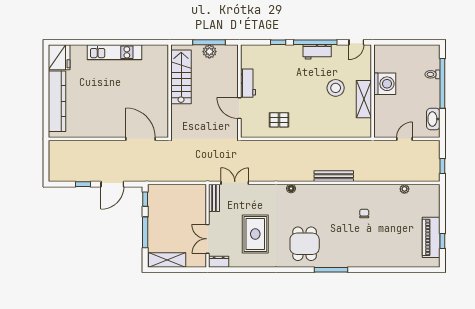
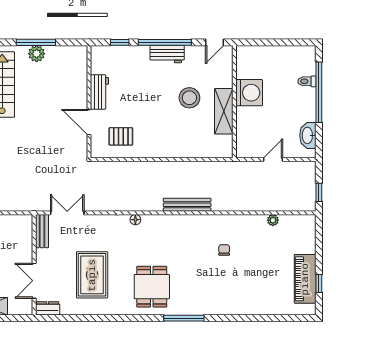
workbench: (248, 83) -> (99, 92), moved
wall: (239, 91) -> (89, 102), moved
door: (239, 108) -> (89, 122), moved

